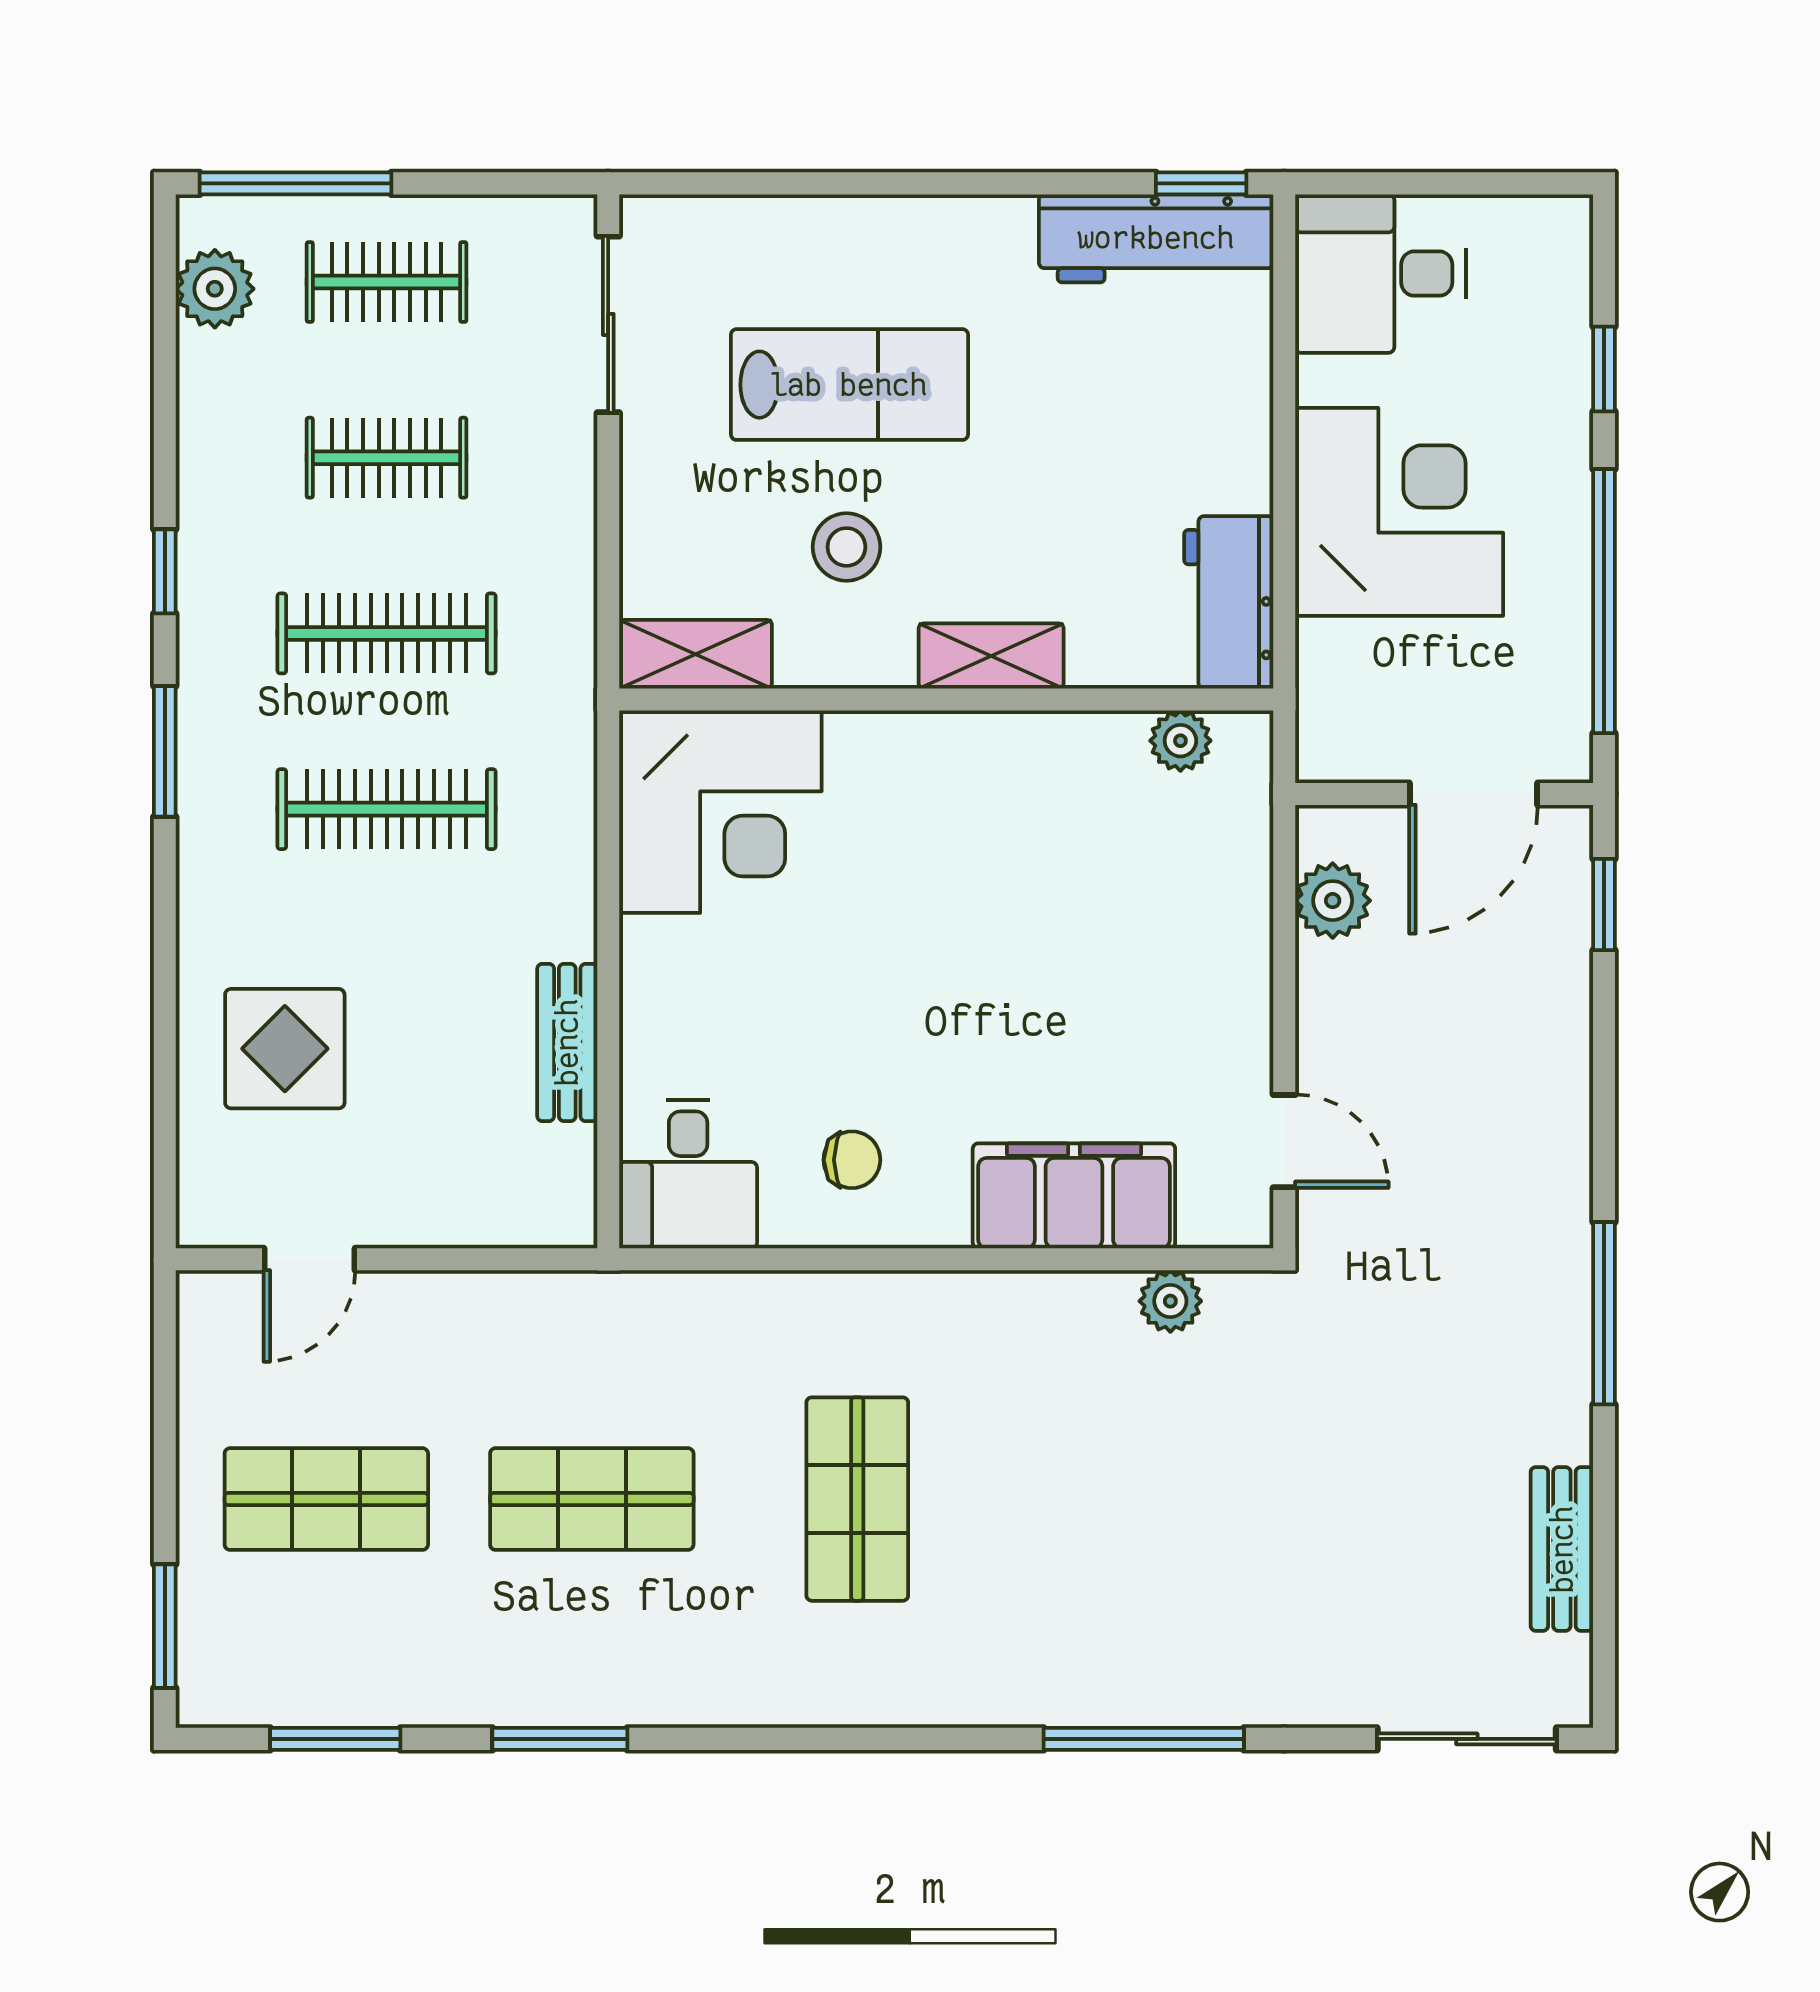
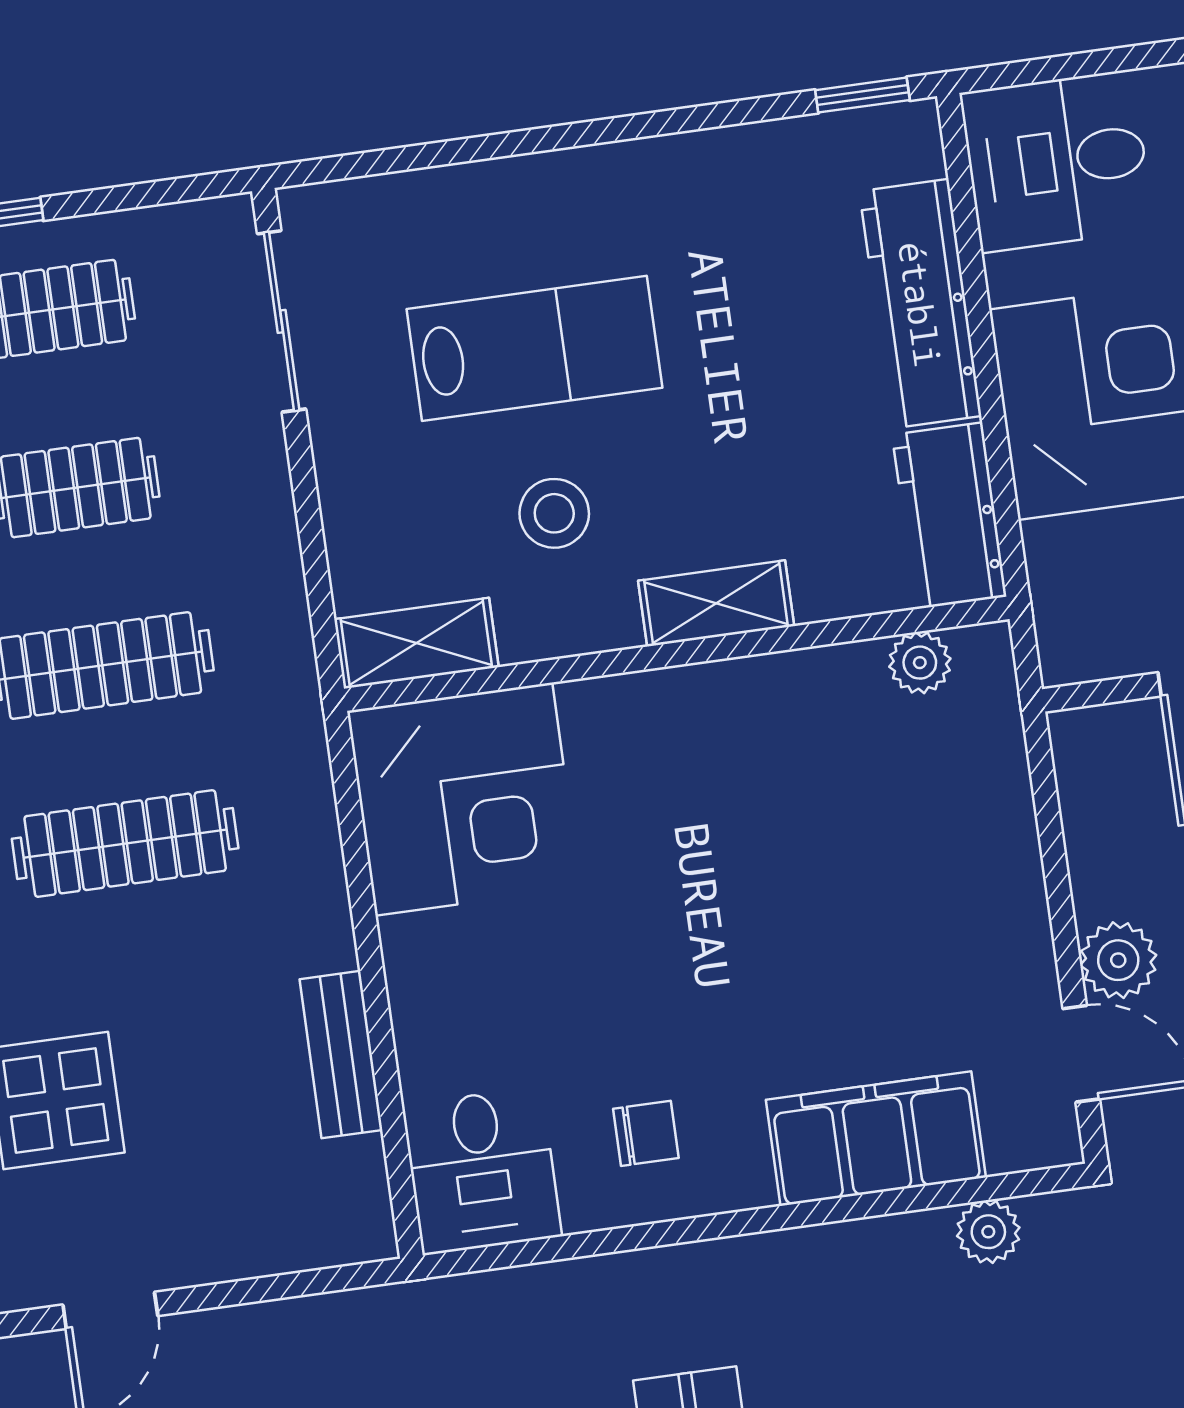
workbench: (1156, 238) -> (920, 304), moved, turned 90
plant: (1333, 901) -> (1118, 960), moved

